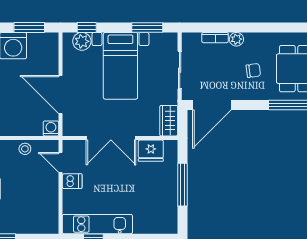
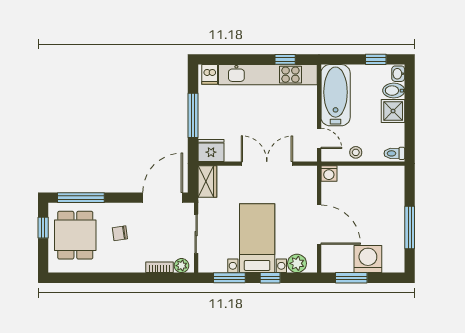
window: (87, 27) -> (270, 278), moved
plant: (236, 39) -> (182, 266), moved
door: (60, 95) -> (319, 225), moved
fridge: (151, 151) -> (211, 150), moved
dishwasher: (72, 181) -> (210, 74), moved, turned -90
bathtub: (45, 204) -> (336, 95), added
kitchen unit: (97, 224) -> (268, 75), width x1.36

